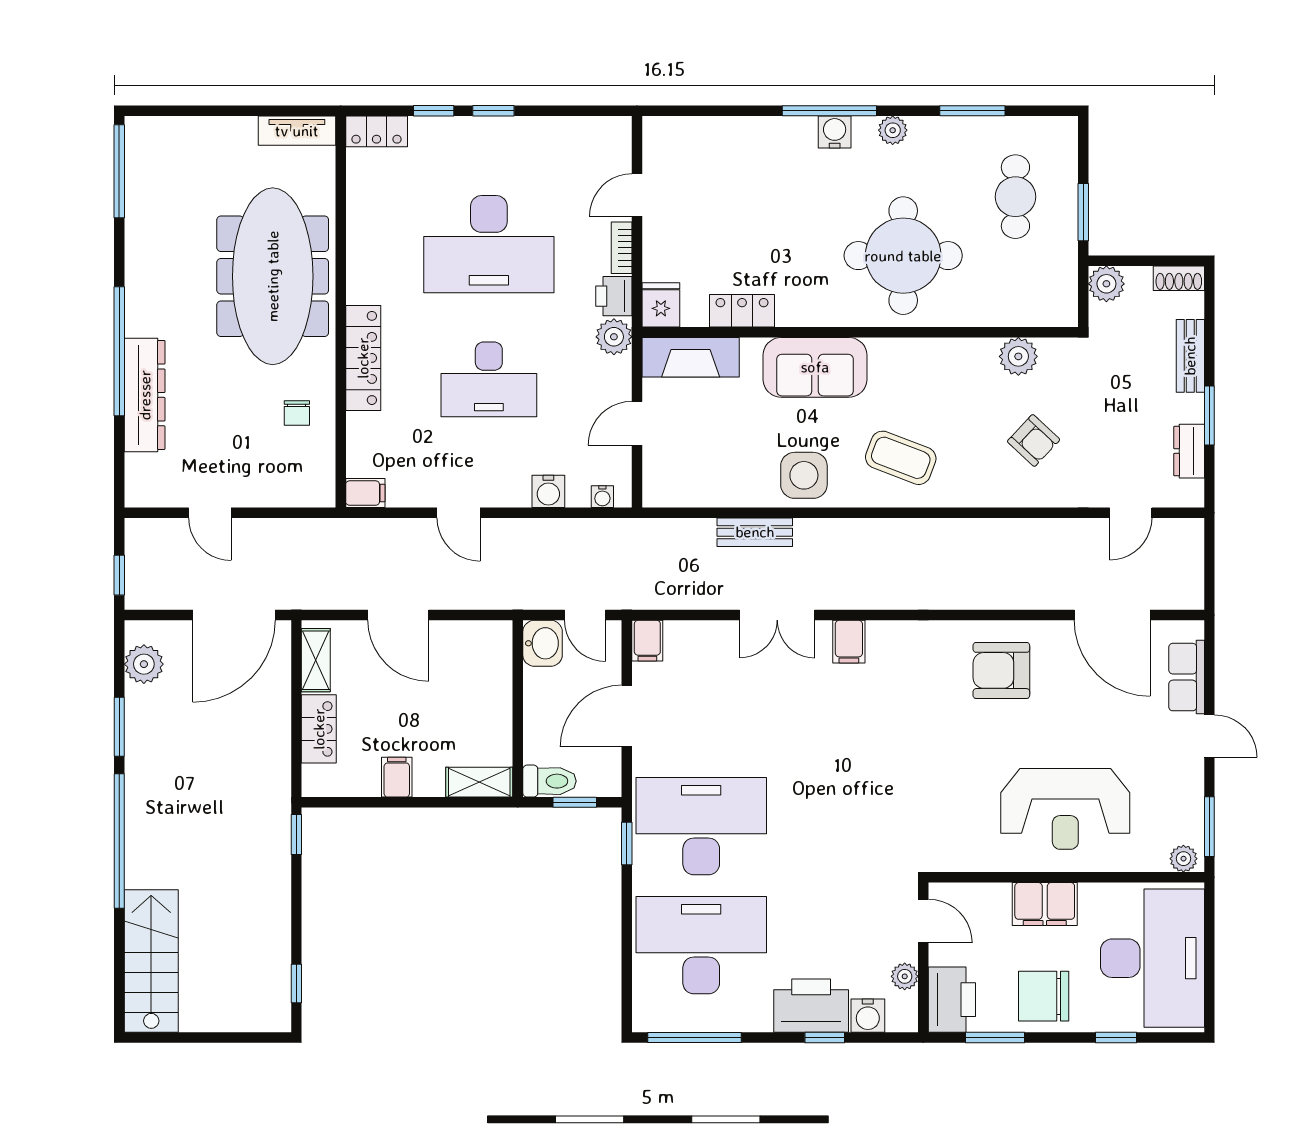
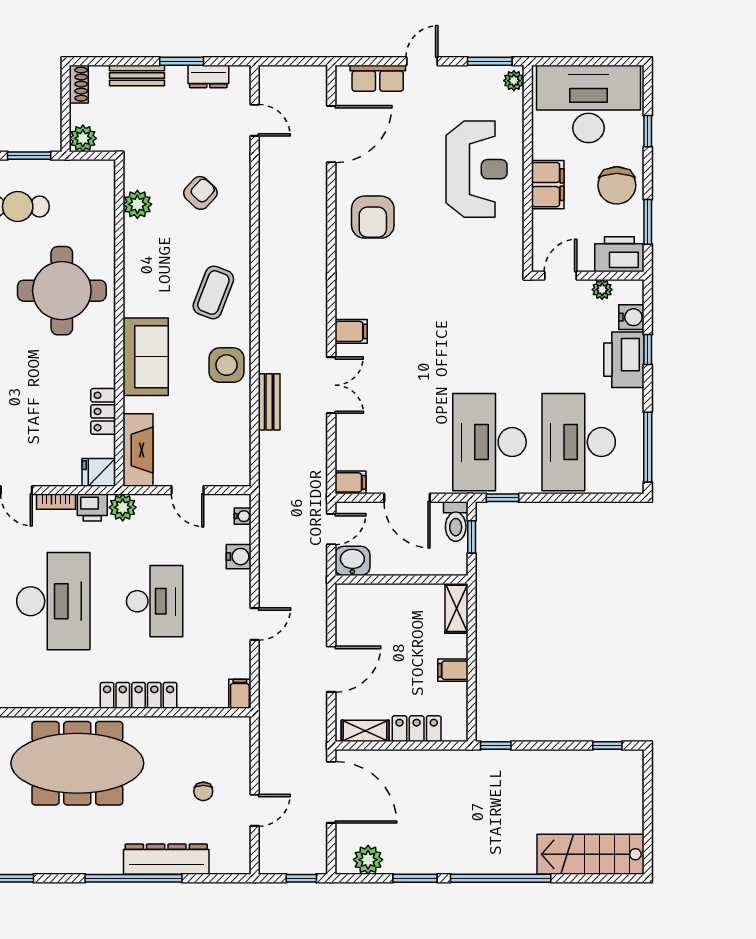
chair: (297, 413) -> (203, 791), moved, turned 90
toilet: (549, 781) -> (456, 522), moved, turned 180

